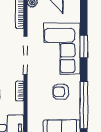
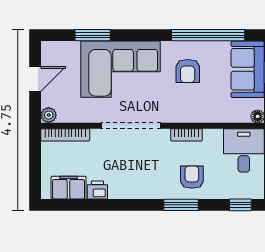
window: (84, 47) -> (93, 35), moved

